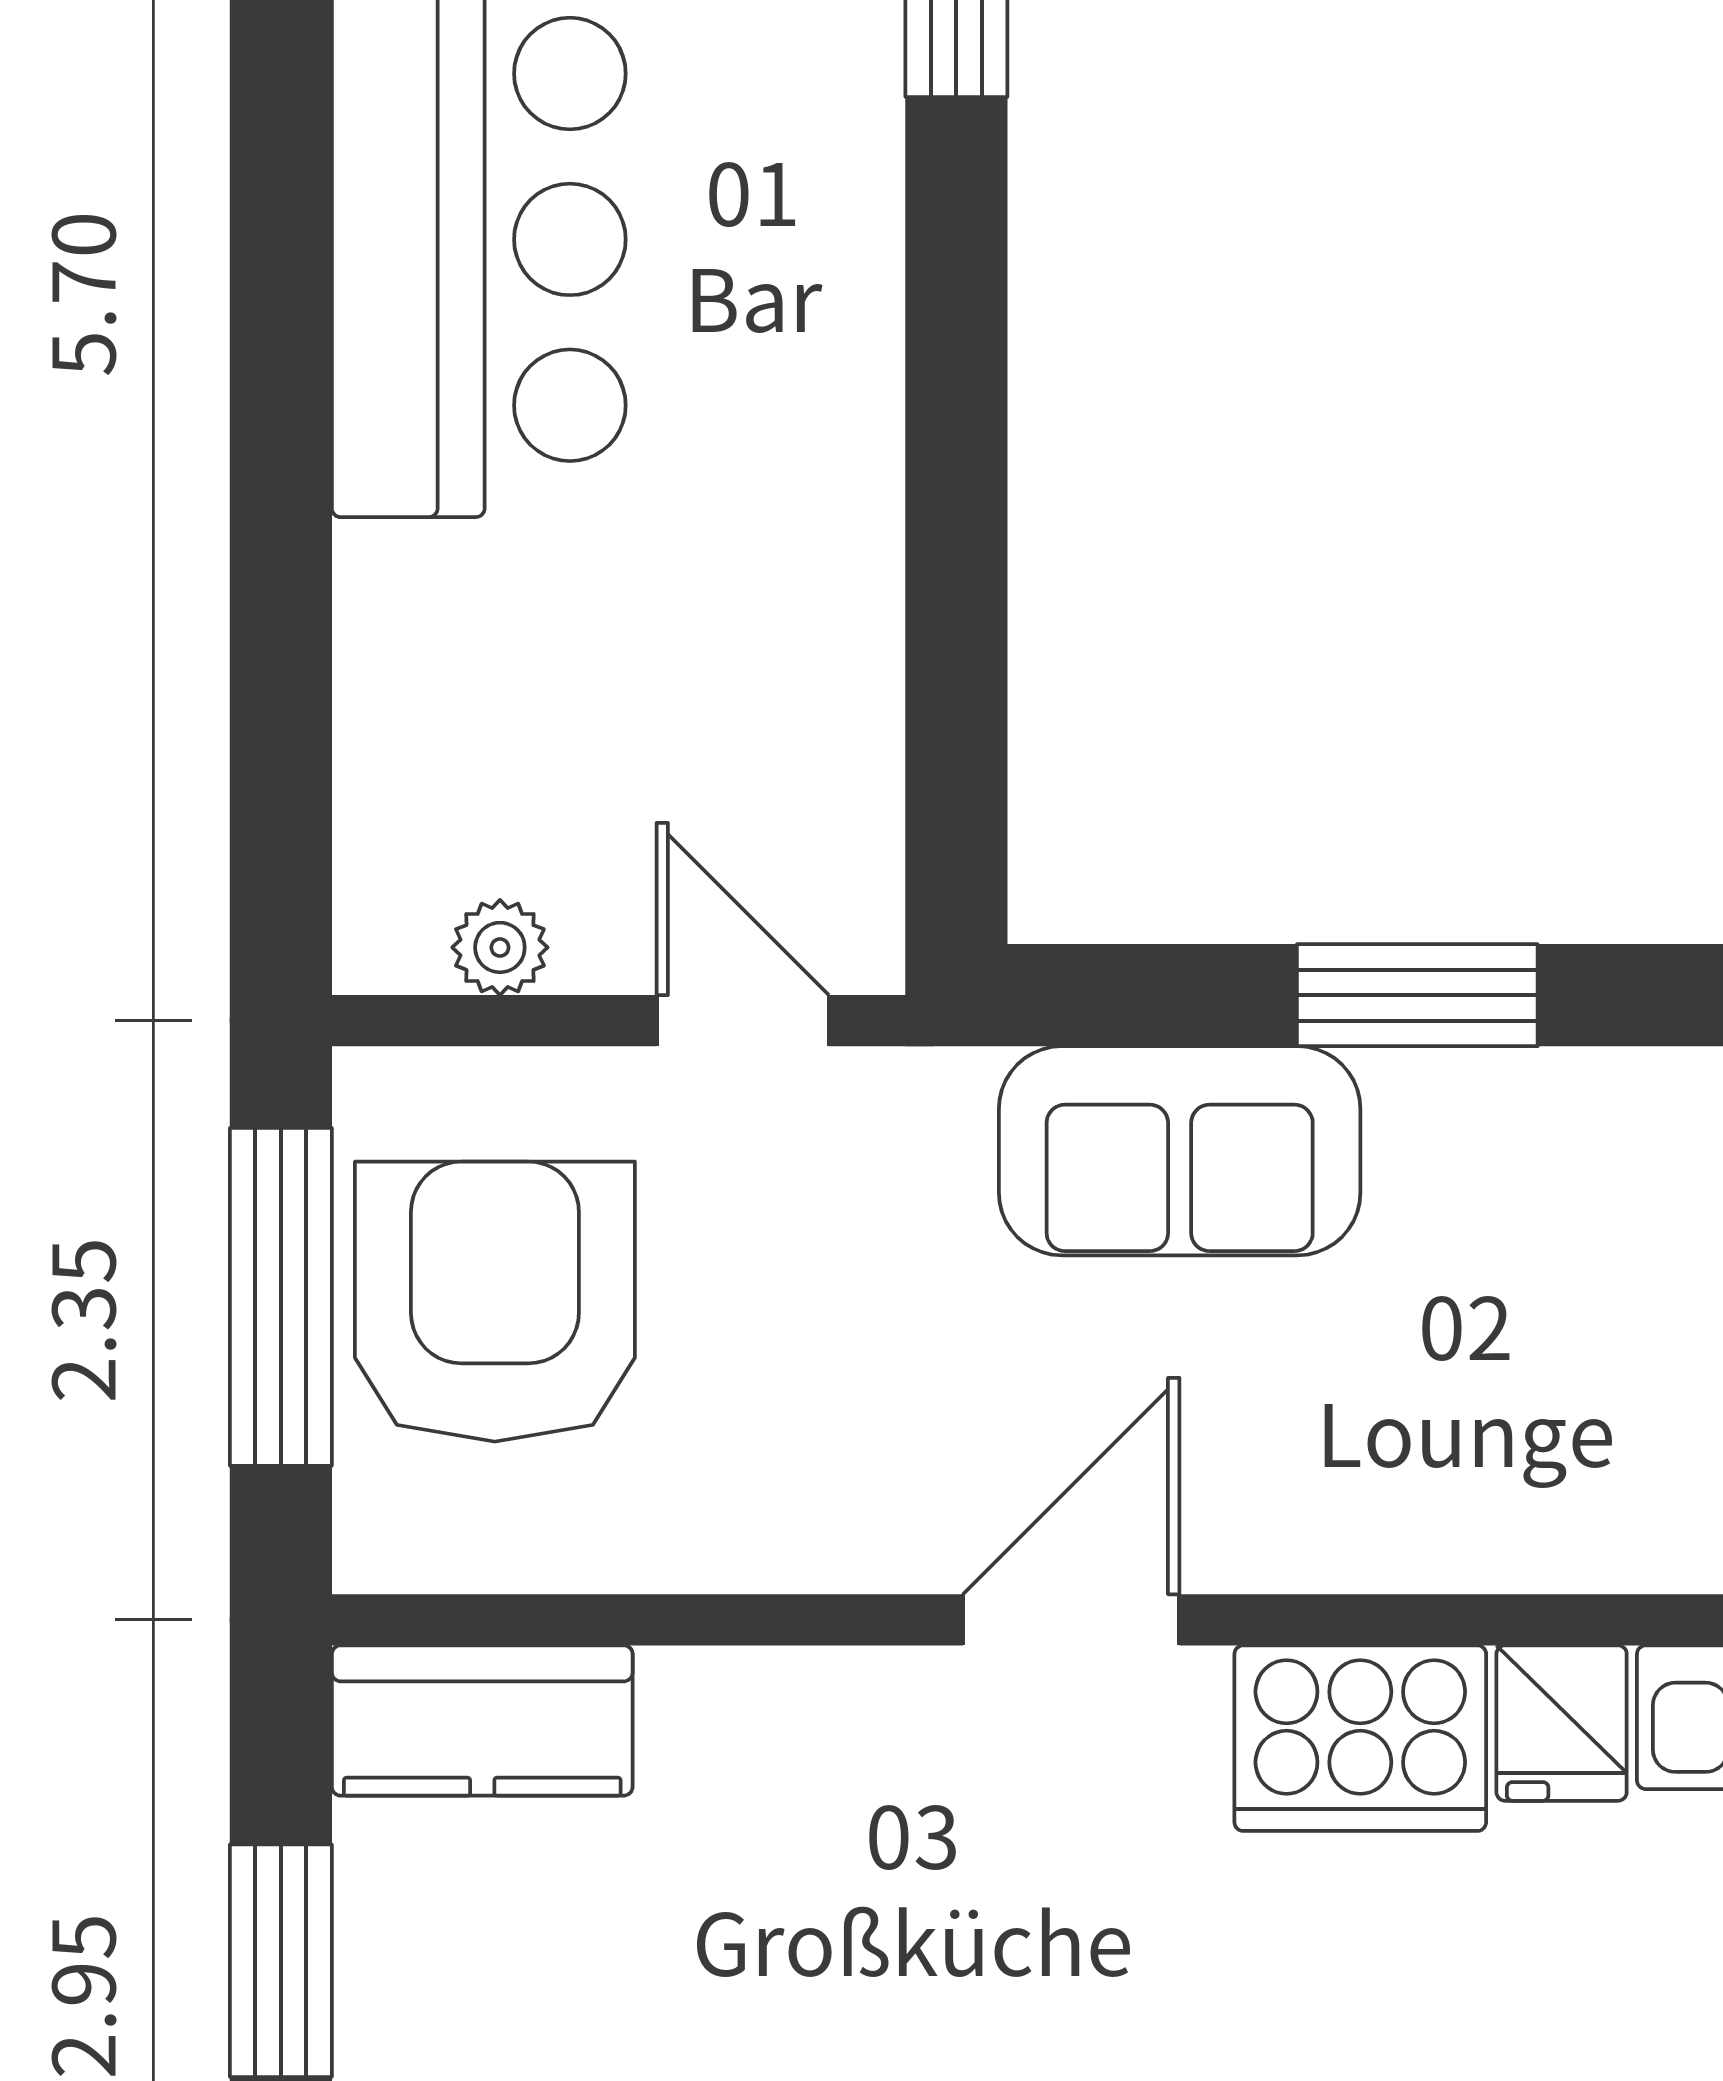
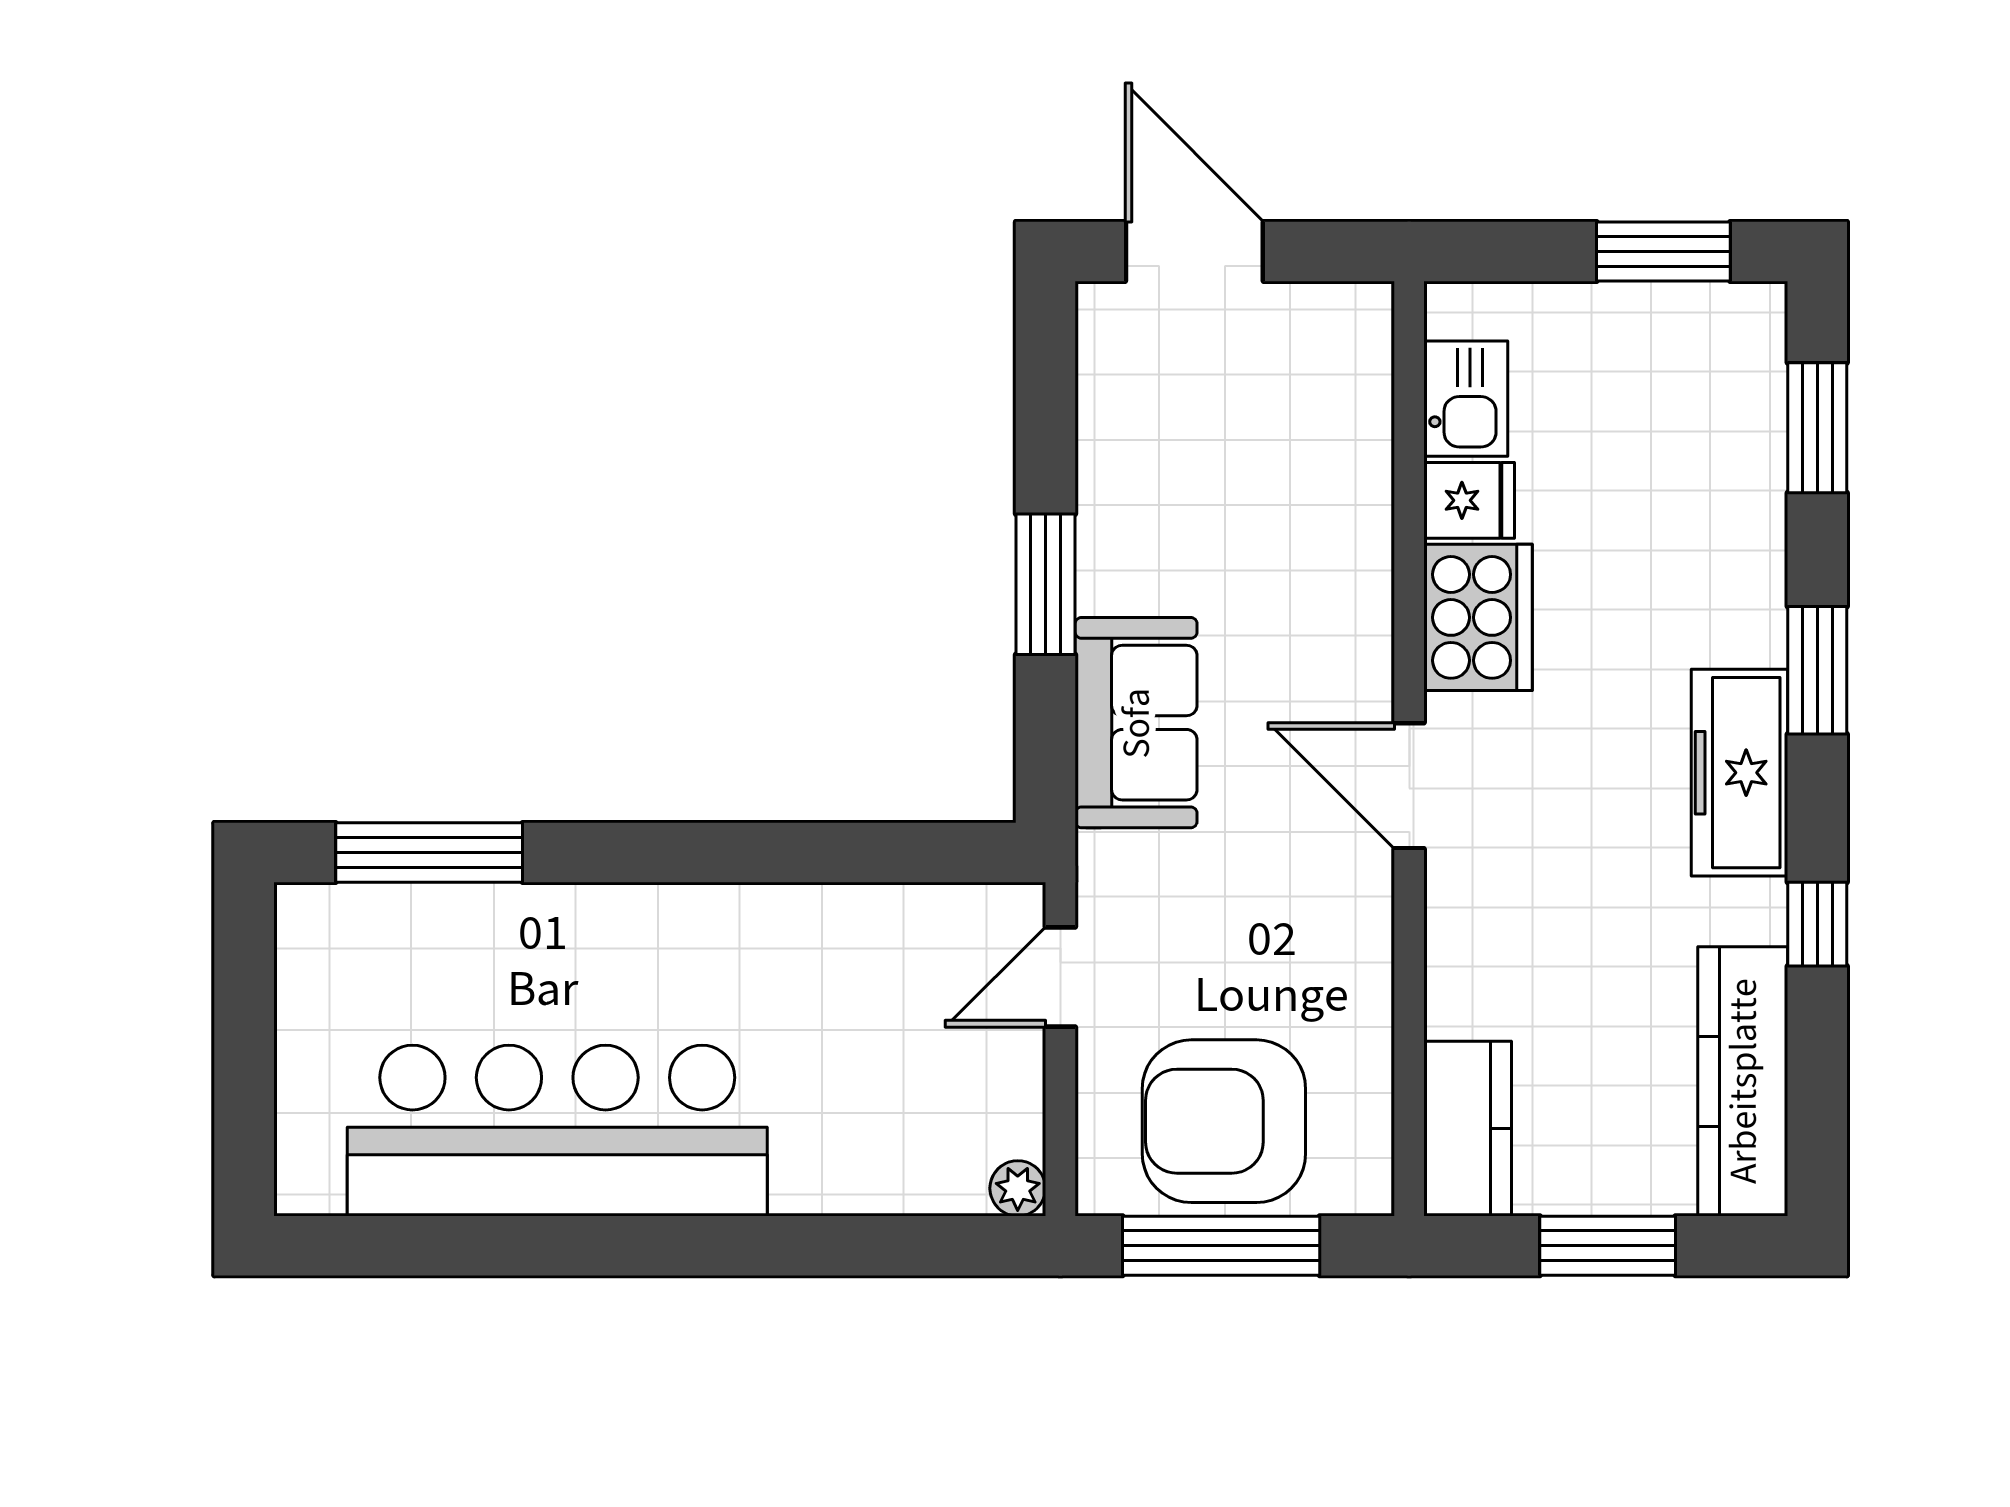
plant: (500, 947) -> (1018, 1188), moved

